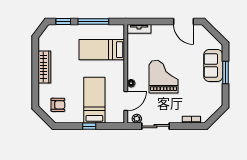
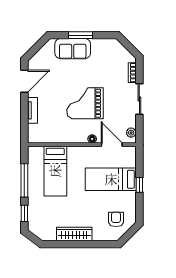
tv unit: (139, 29) -> (32, 110), moved
sliding door: (155, 126) -> (139, 99), moved

